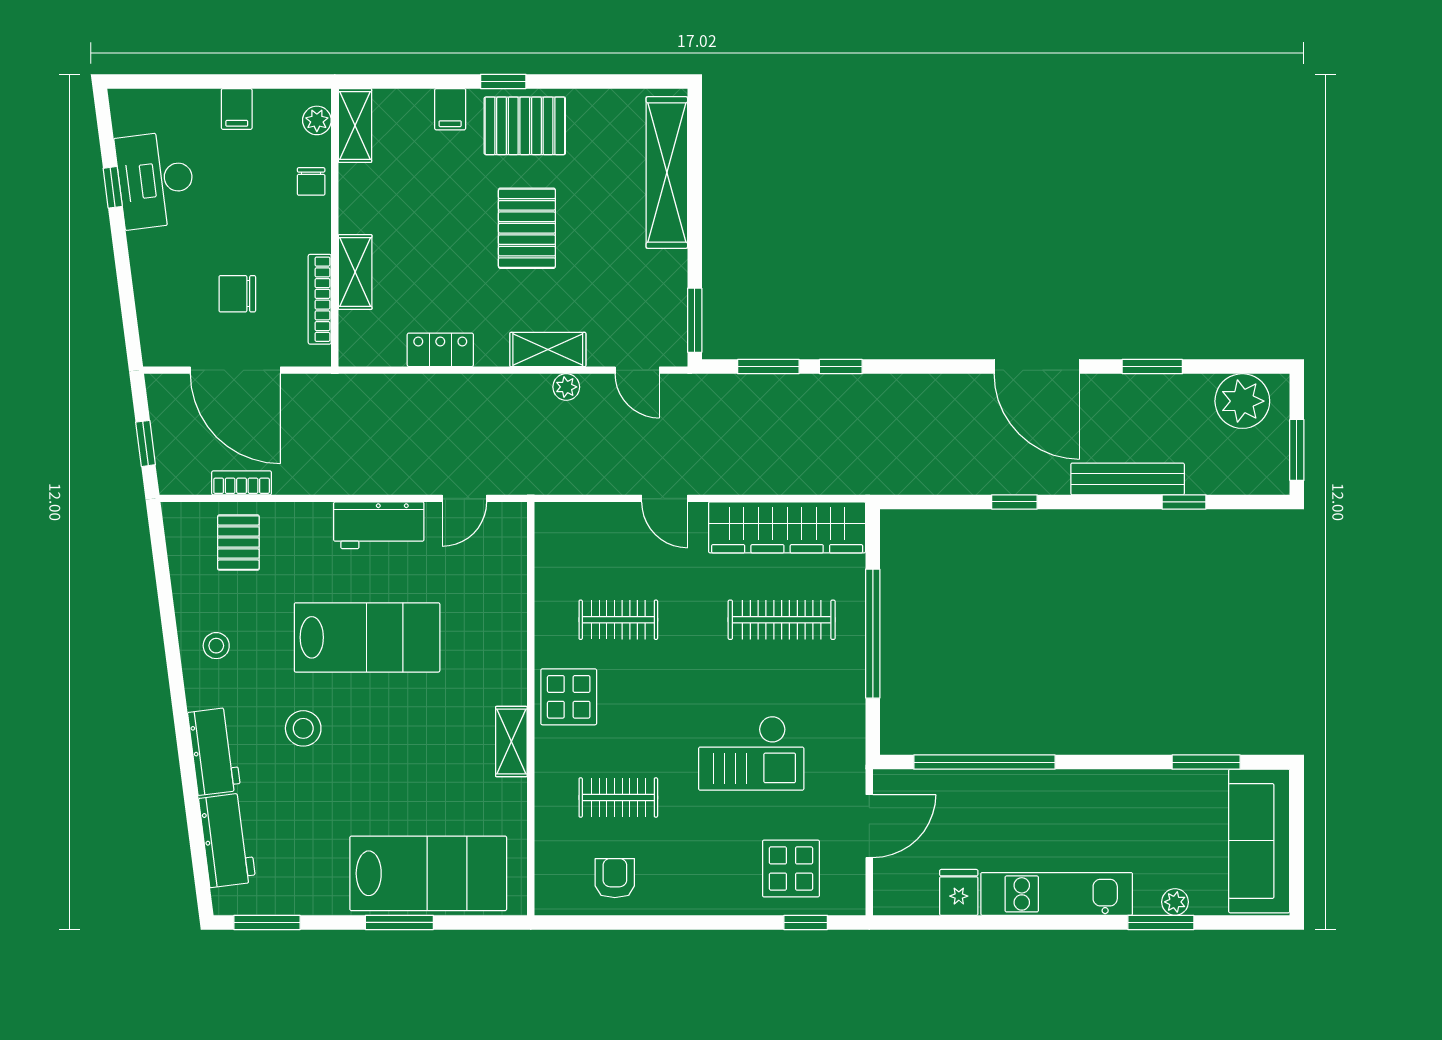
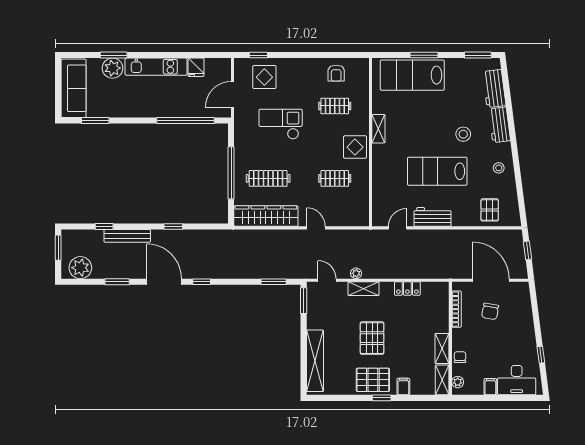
desk: (156, 180) -> (517, 380), moved, turned 97
shelving: (355, 272) -> (442, 349), moved
chair: (237, 294) -> (490, 311), turned 100
window: (841, 367) -> (202, 282), moved
bookcase: (242, 483) -> (488, 234), removed
plant: (1175, 902) -> (113, 68), width x1.87, depth x1.87

